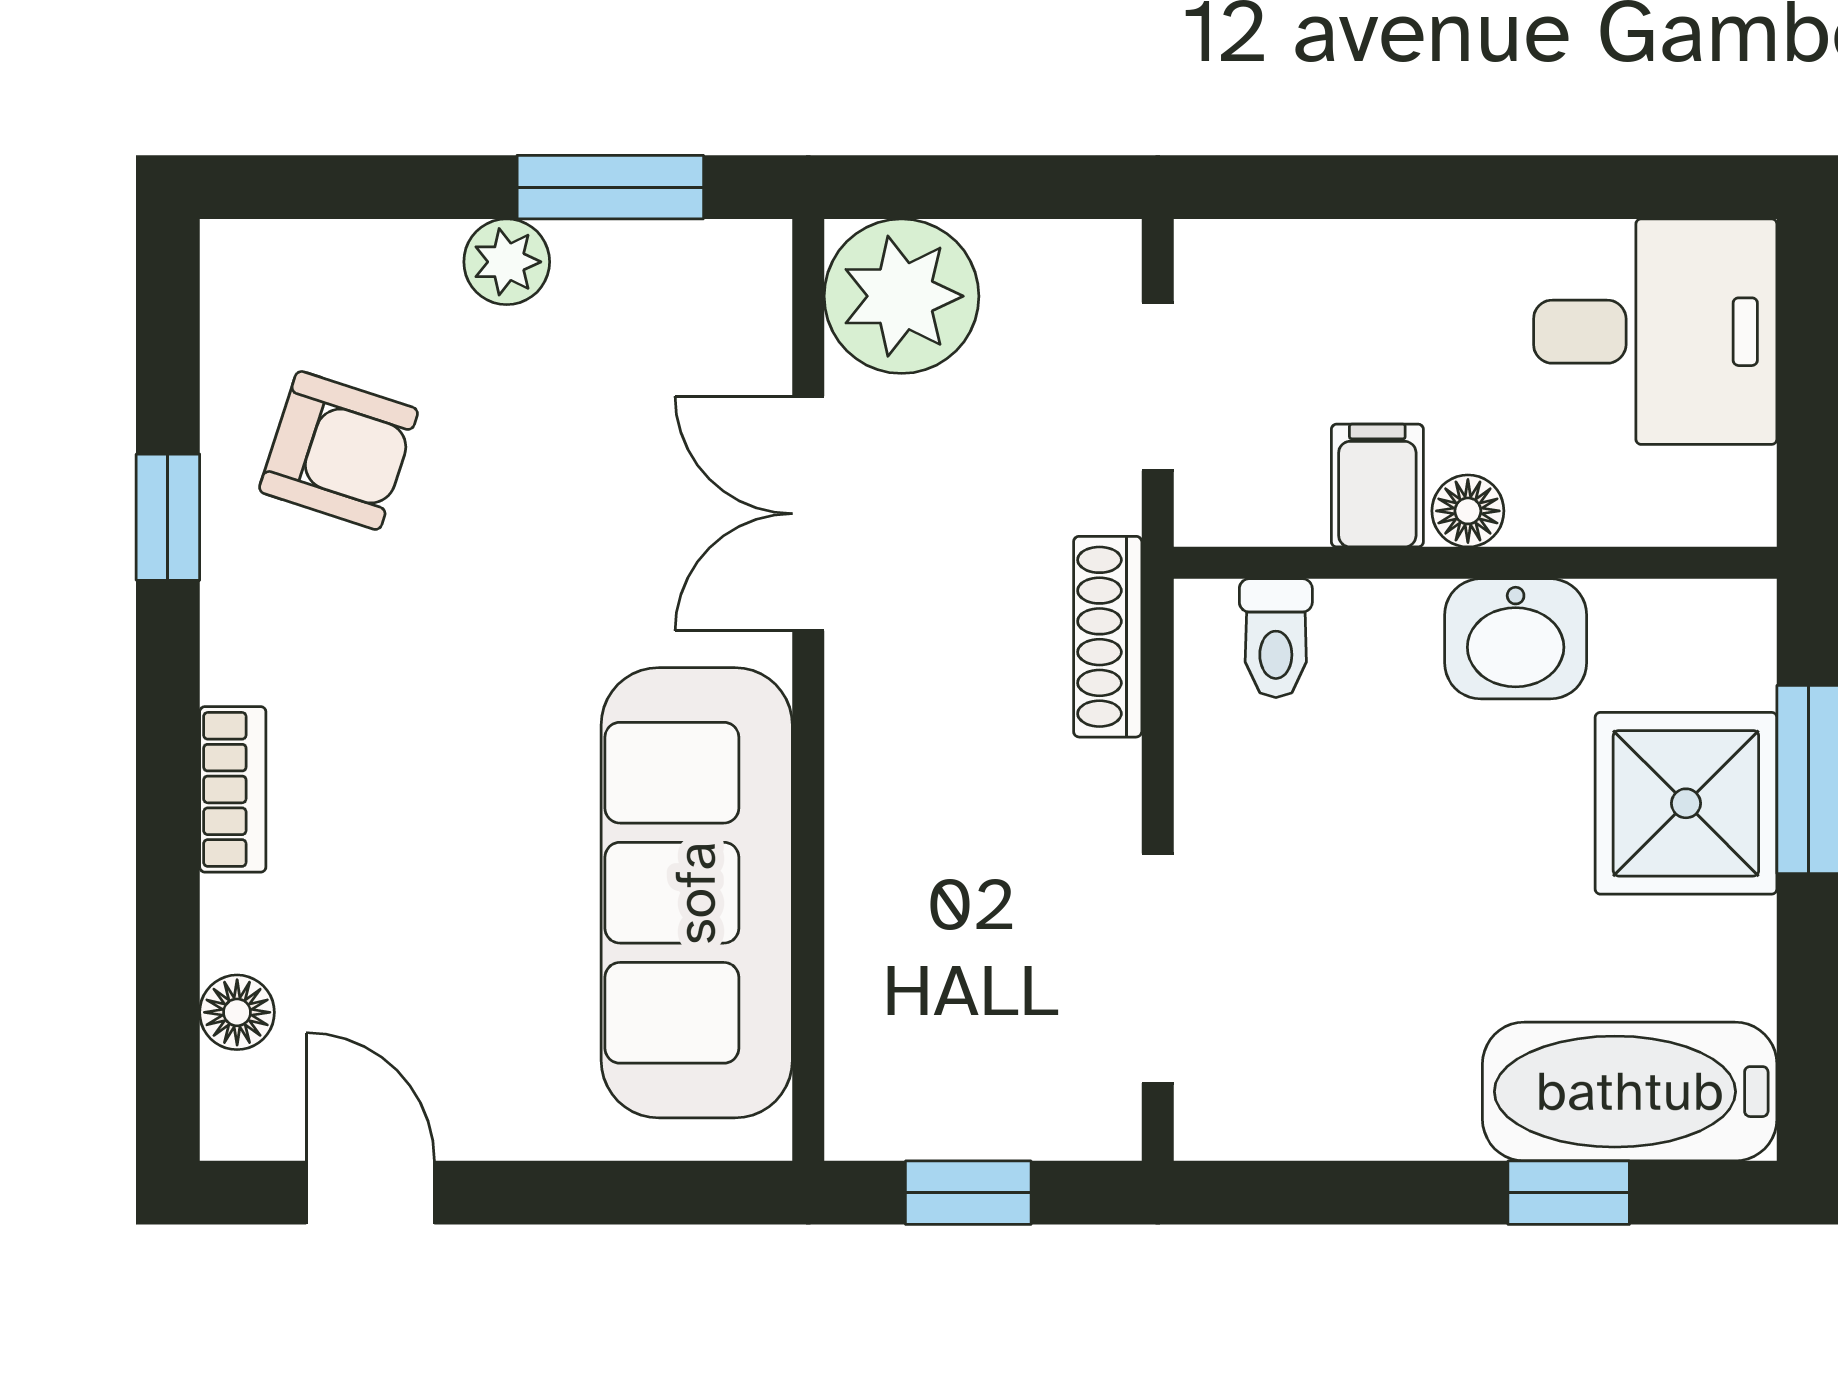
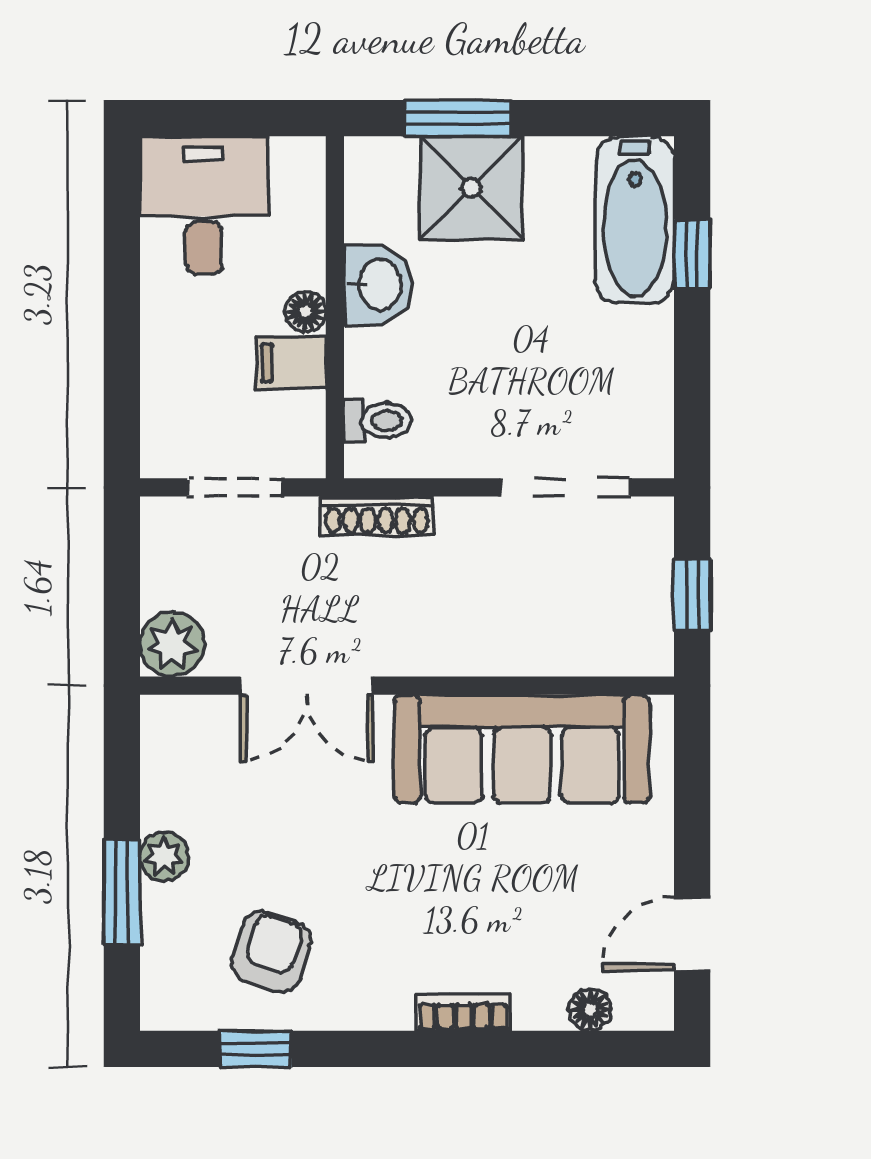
window: (610, 187) -> (122, 892), moved
plant: (902, 296) -> (172, 644), width x0.73, depth x0.73
window: (168, 517) -> (255, 1049), moved

